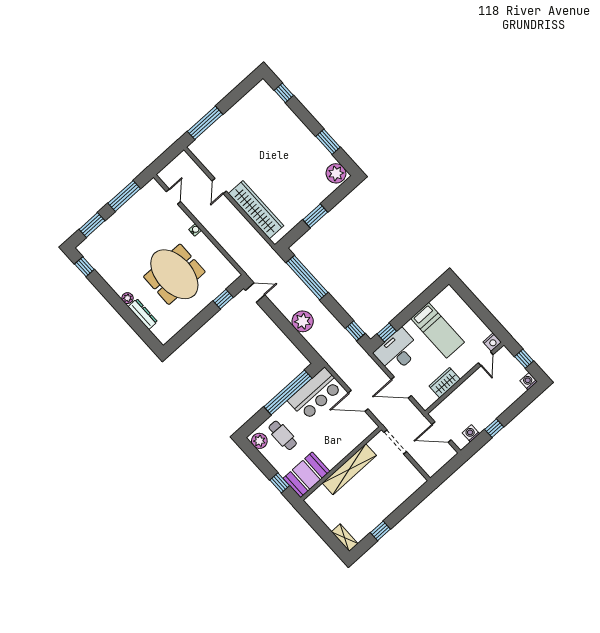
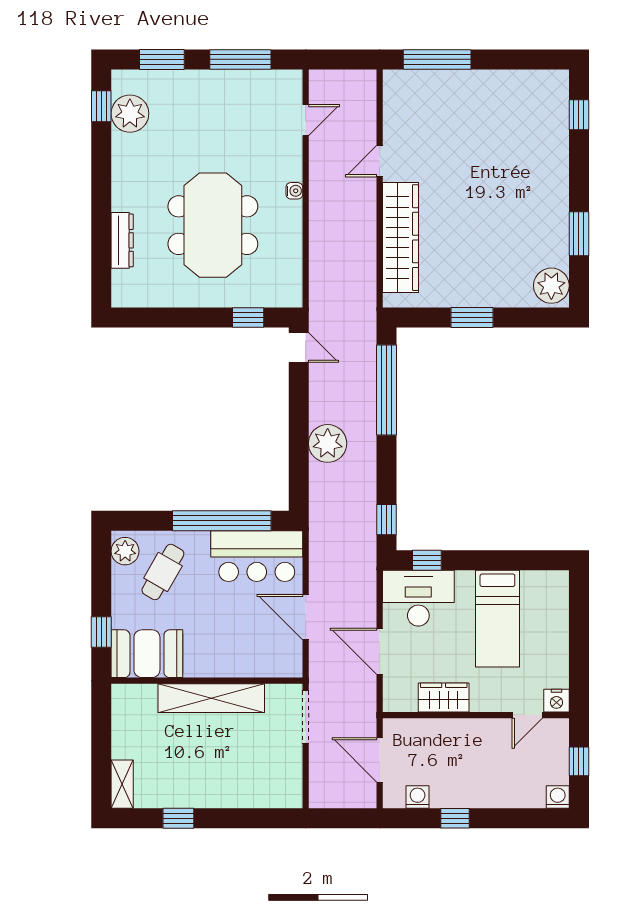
plant: (128, 298) -> (130, 114), moved, width x1.88, depth x1.88
cafe table: (283, 435) -> (163, 572), turned 30

